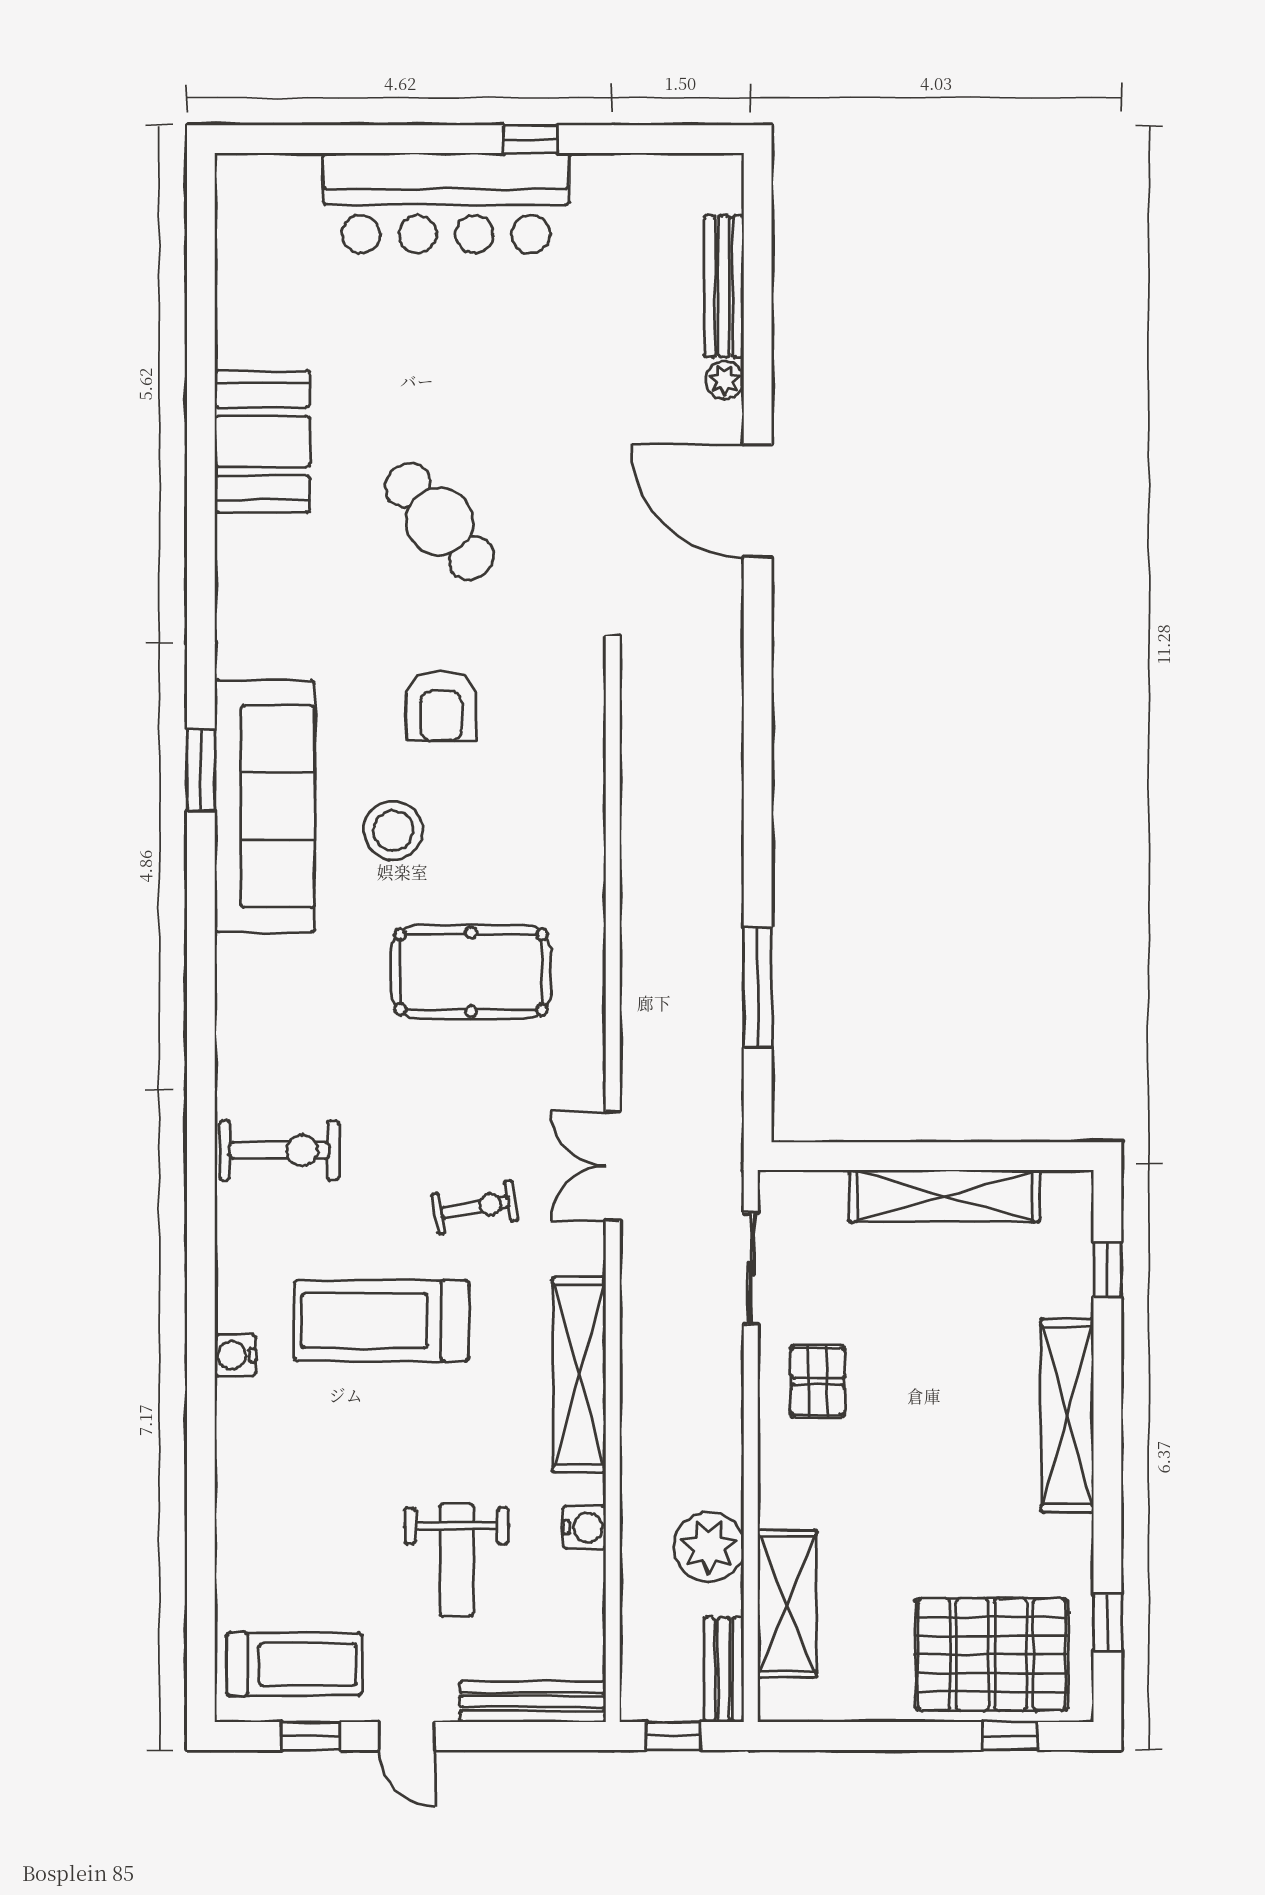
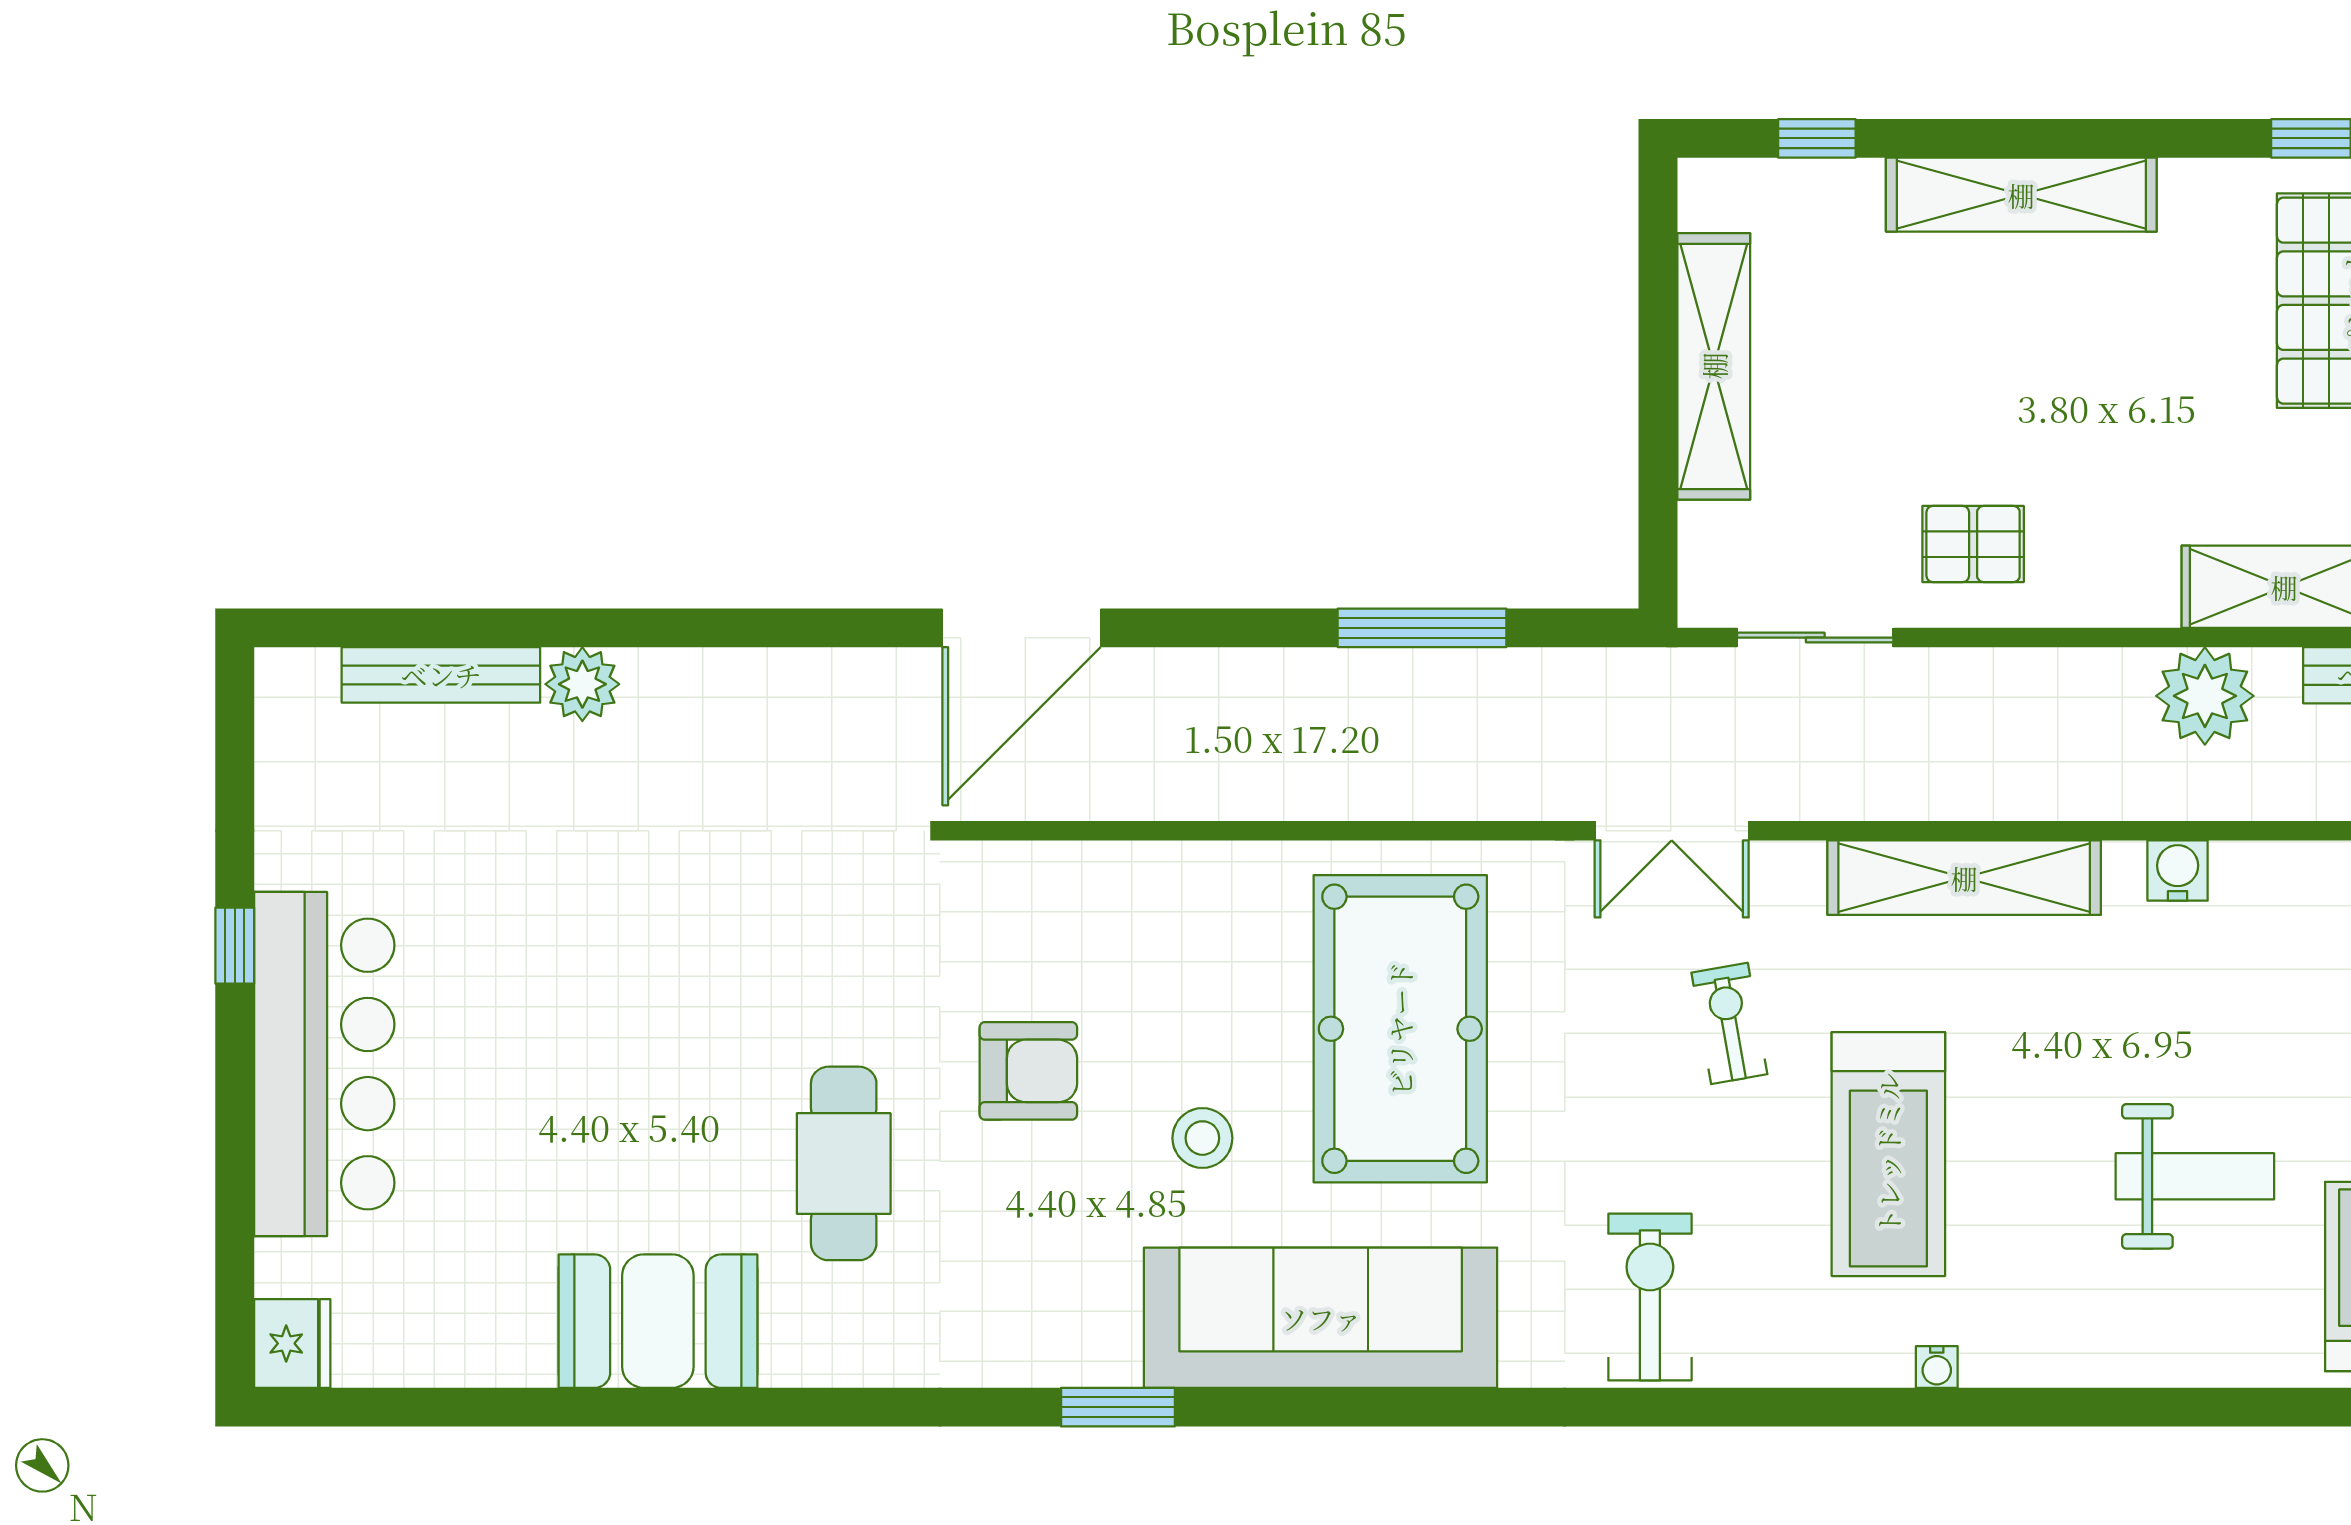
fridge: (246, 180) -> (292, 1343), added
plant: (725, 380) -> (582, 684), width x1.38, depth x1.38
door: (758, 501) -> (1021, 628), moved
cafe table: (439, 521) -> (844, 1163), moved, turned -49
sofa: (265, 806) -> (1321, 1318), moved
stool: (393, 831) -> (1202, 1138), width x0.73, depth x0.73
pool table: (471, 972) -> (1400, 1029), width x1.36, depth x1.32
water cooler: (235, 1355) -> (1937, 1367), width x0.72, depth x0.72
weight bench: (456, 1560) -> (2195, 1176), moved

